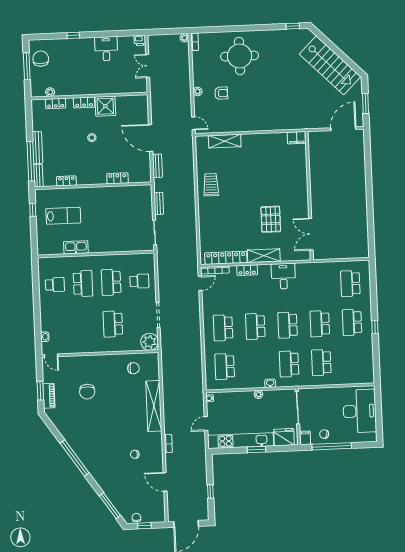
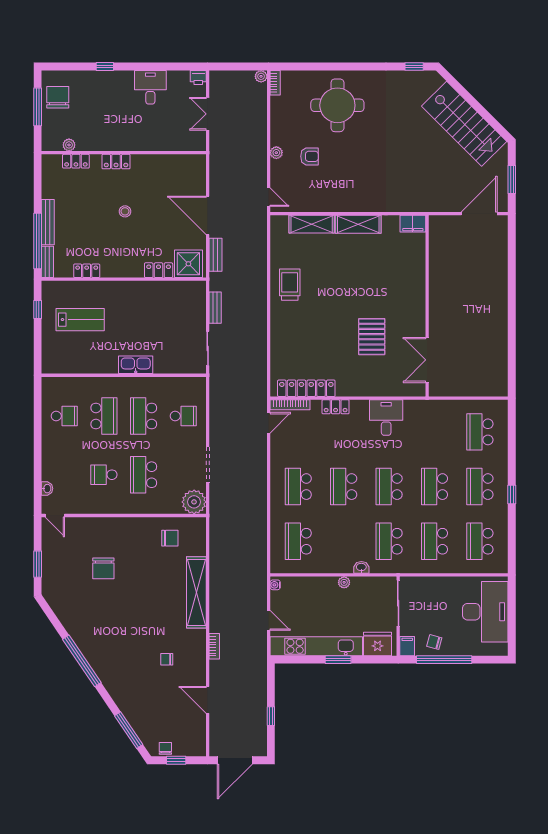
shower: (105, 106) -> (188, 264), moved
kitchen sink: (76, 247) -> (136, 365), moved
shelving: (264, 256) -> (358, 224), moved
school desk: (85, 325) -> (104, 475), added
school desk: (354, 361) -> (480, 541), added
piano: (49, 396) -> (49, 572), removed
door: (206, 424) -> (269, 620), swing flipped

